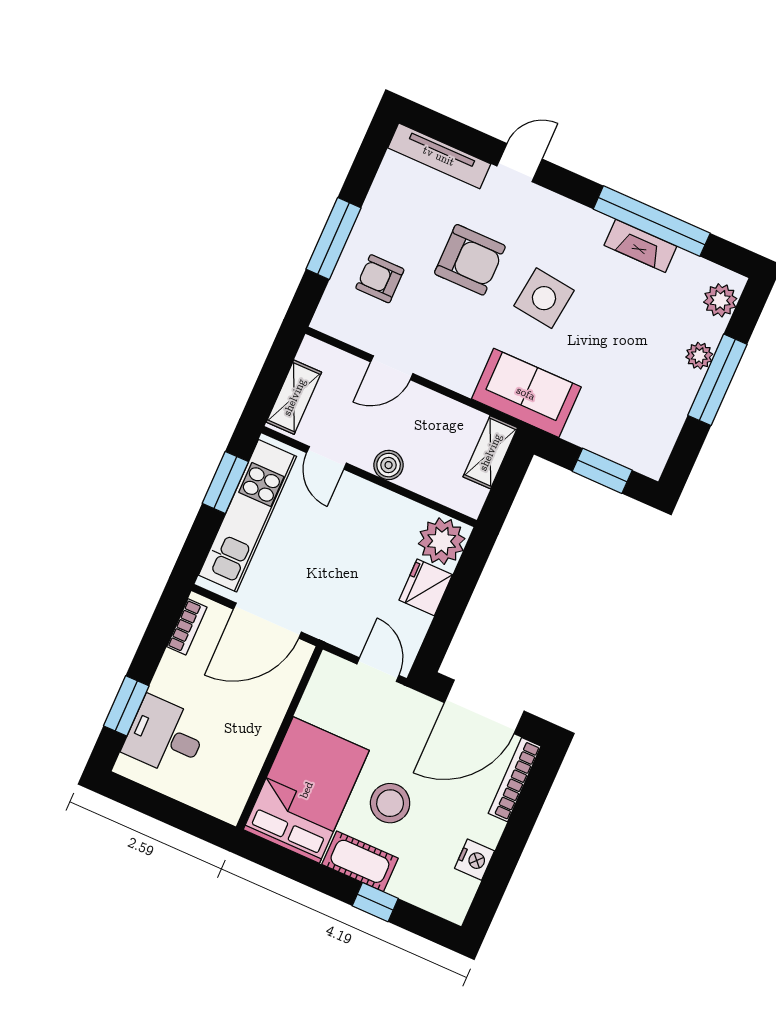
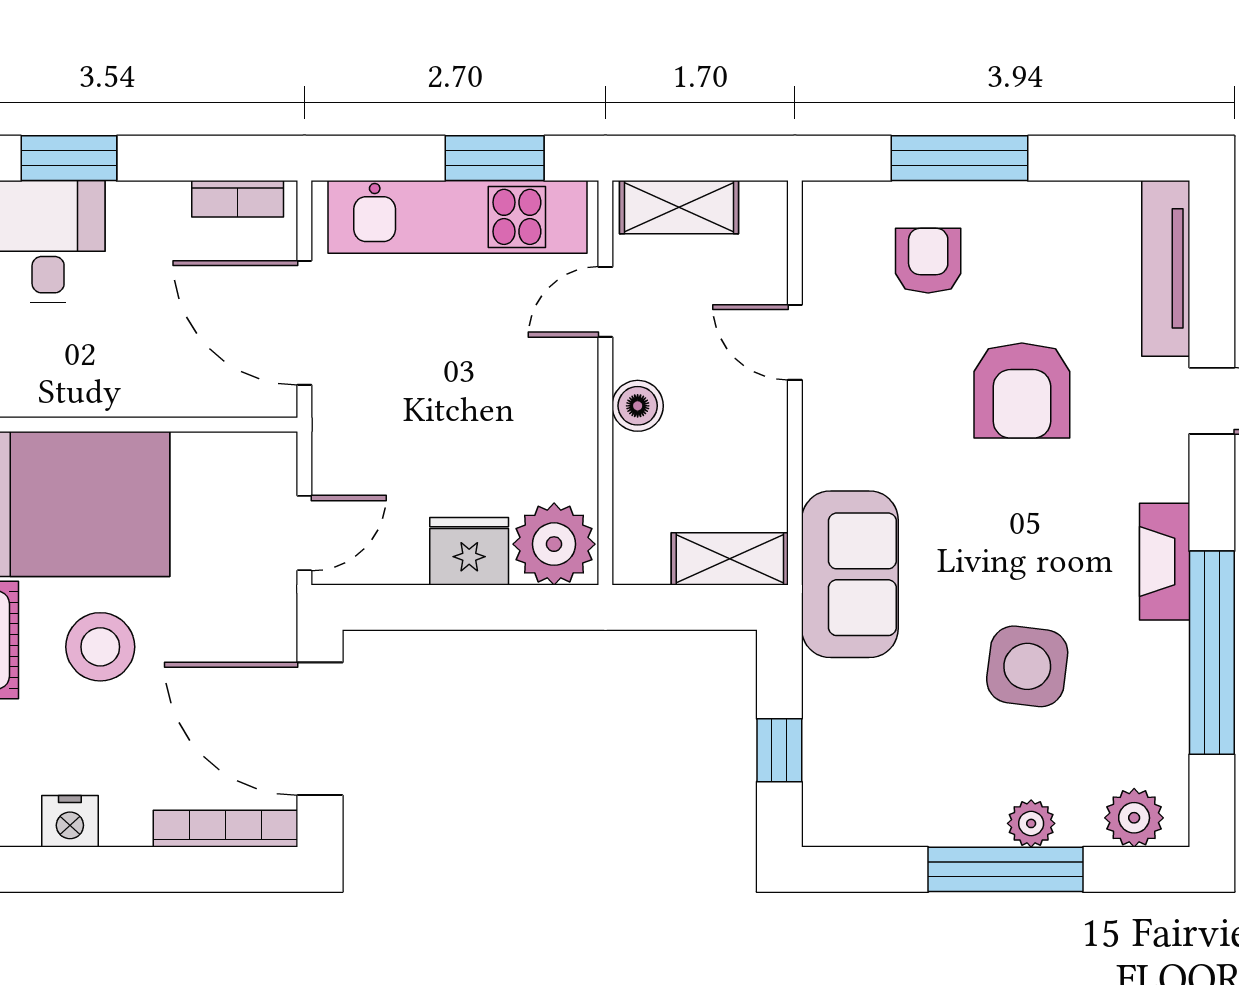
fireplace: (640, 246) -> (1165, 562), moved
side table: (544, 298) -> (1027, 666), moved
window: (602, 471) -> (779, 750), width x0.67

